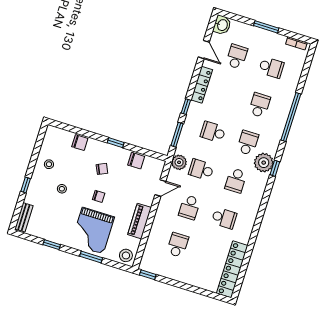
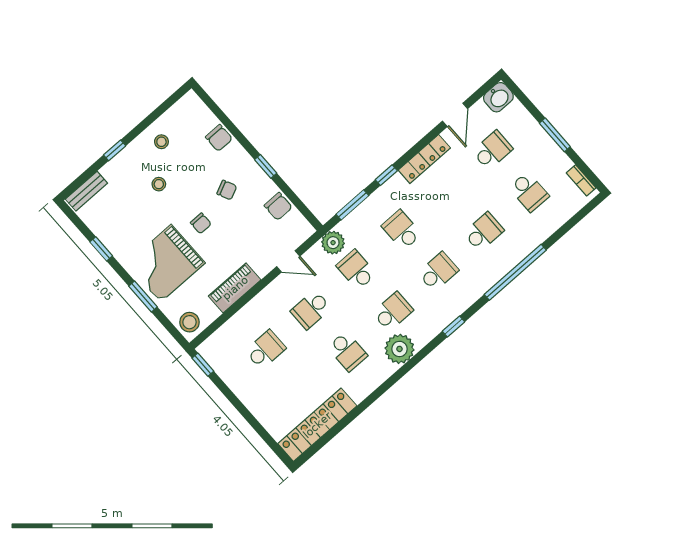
plant: (264, 163) -> (399, 349), moved
school desk: (236, 180) -> (393, 312), turned 180

